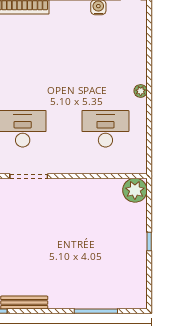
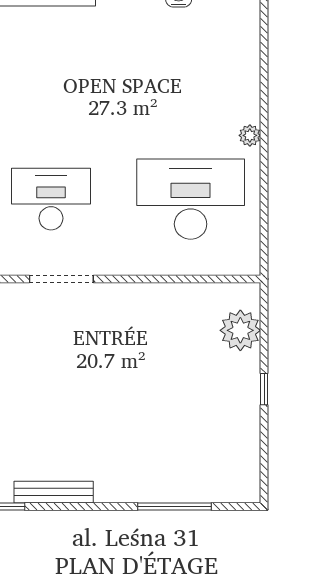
desk: (105, 129) -> (191, 199), width x1.36, depth x1.30
plant: (135, 190) -> (240, 330), moved

